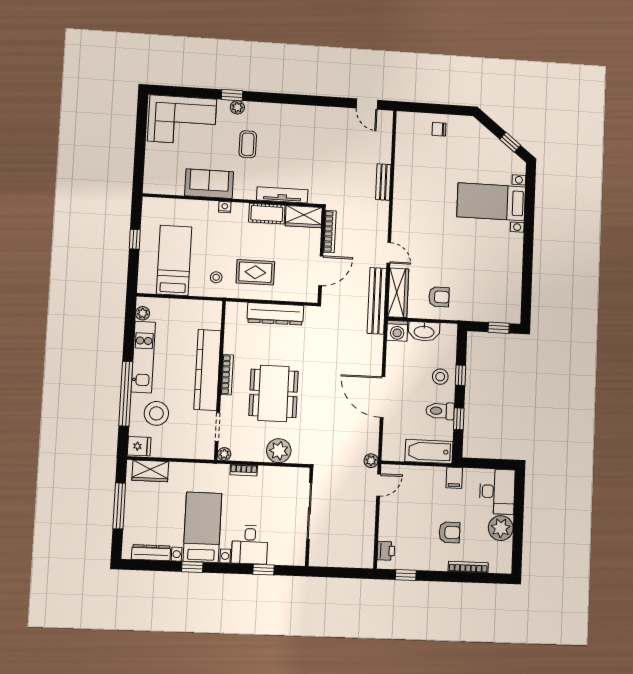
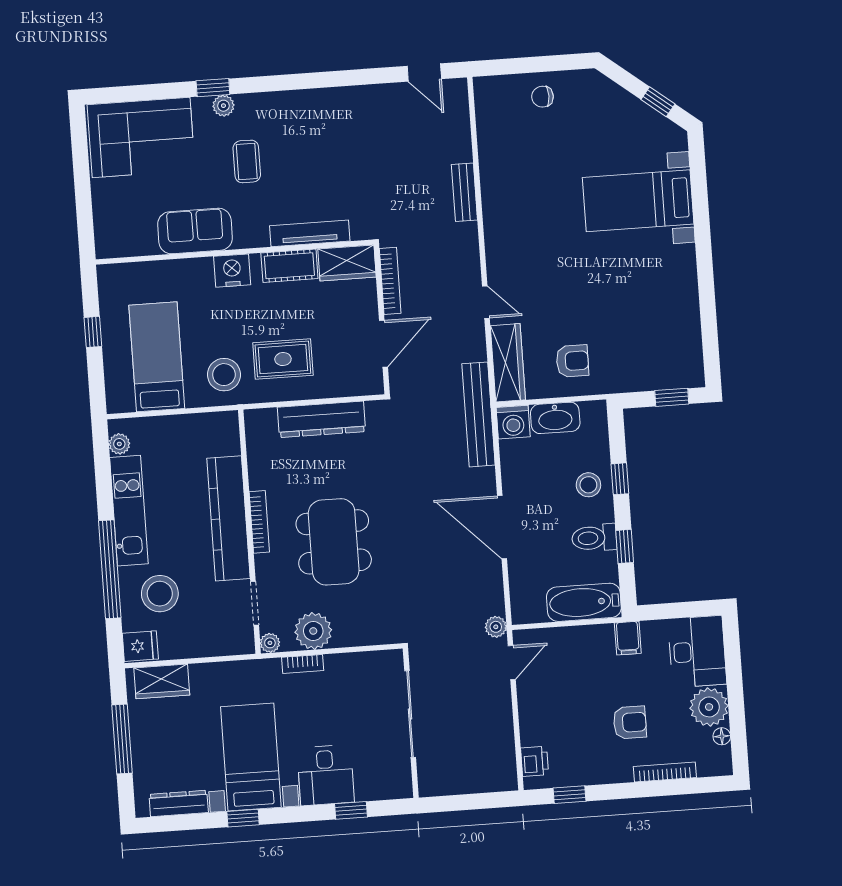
nightstand: (225, 207) -> (232, 271), width x1.89, depth x1.79
stool: (216, 277) -> (224, 375), width x1.89, depth x1.89
bench: (377, 301) -> (478, 414), moved
plant: (279, 451) -> (313, 631), moved
floor lamp: (507, 548) -> (722, 736), added

